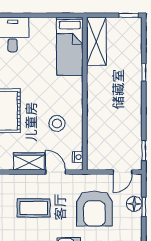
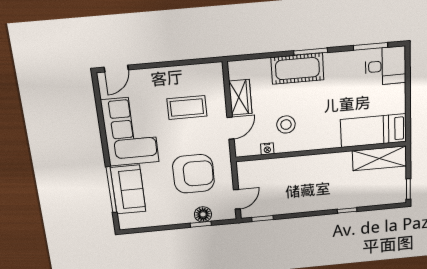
nightstand: (78, 157) -> (267, 149), moved
door: (123, 172) -> (237, 199), swing flipped
coffee table: (34, 208) -> (187, 107), turned 90
armchair: (94, 208) -> (193, 174), turned 180

